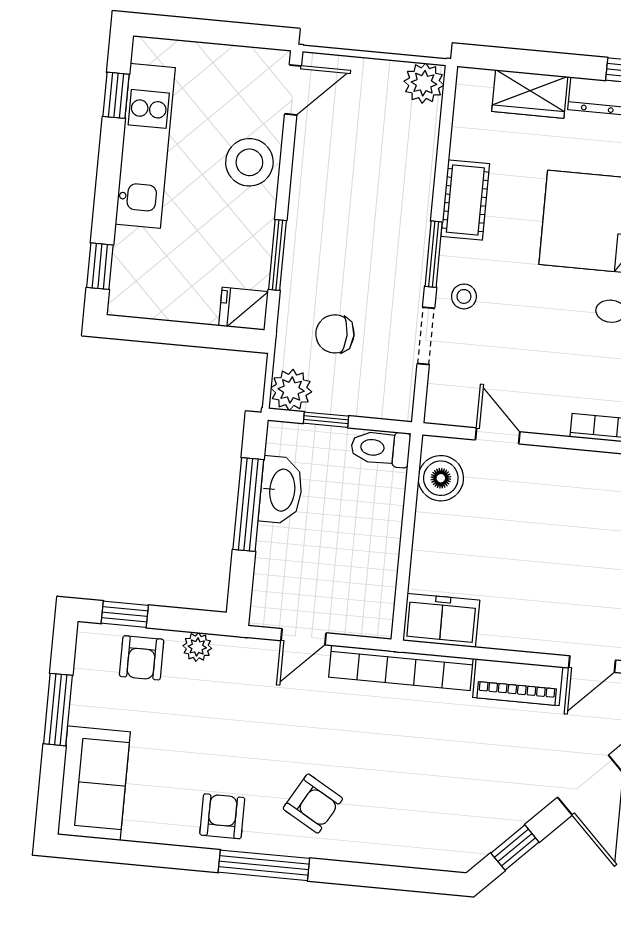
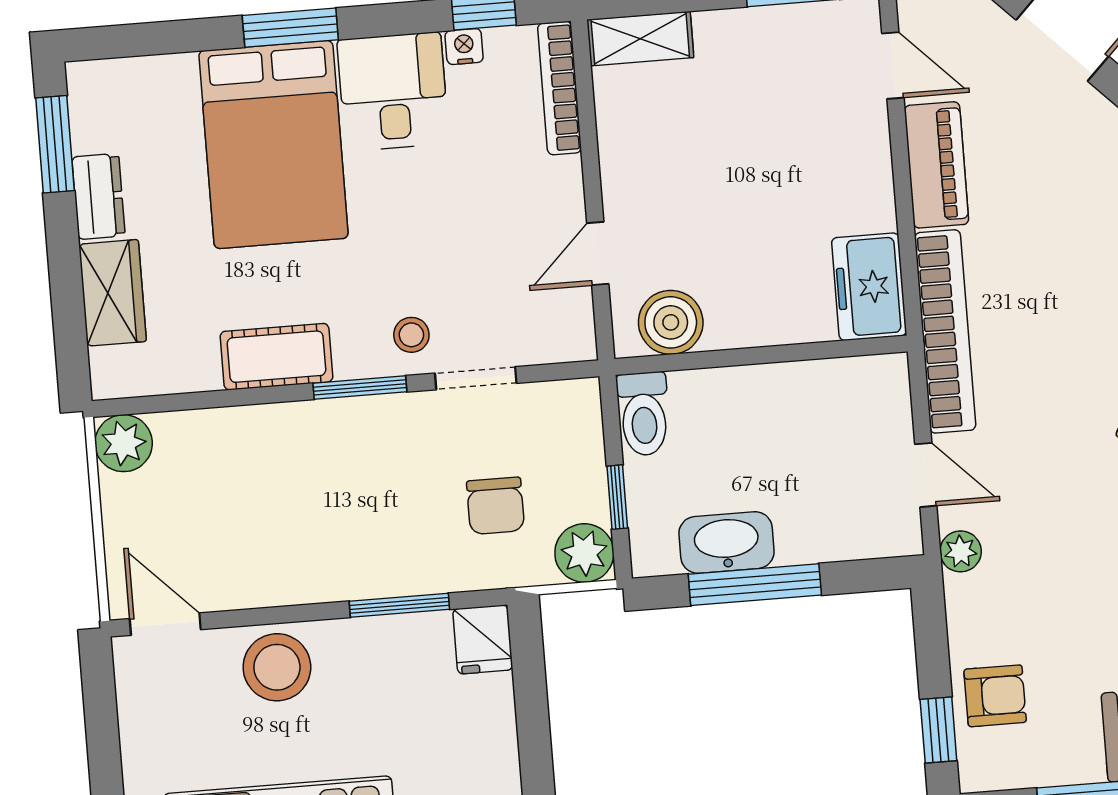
plant: (197, 647) -> (961, 551), moved

